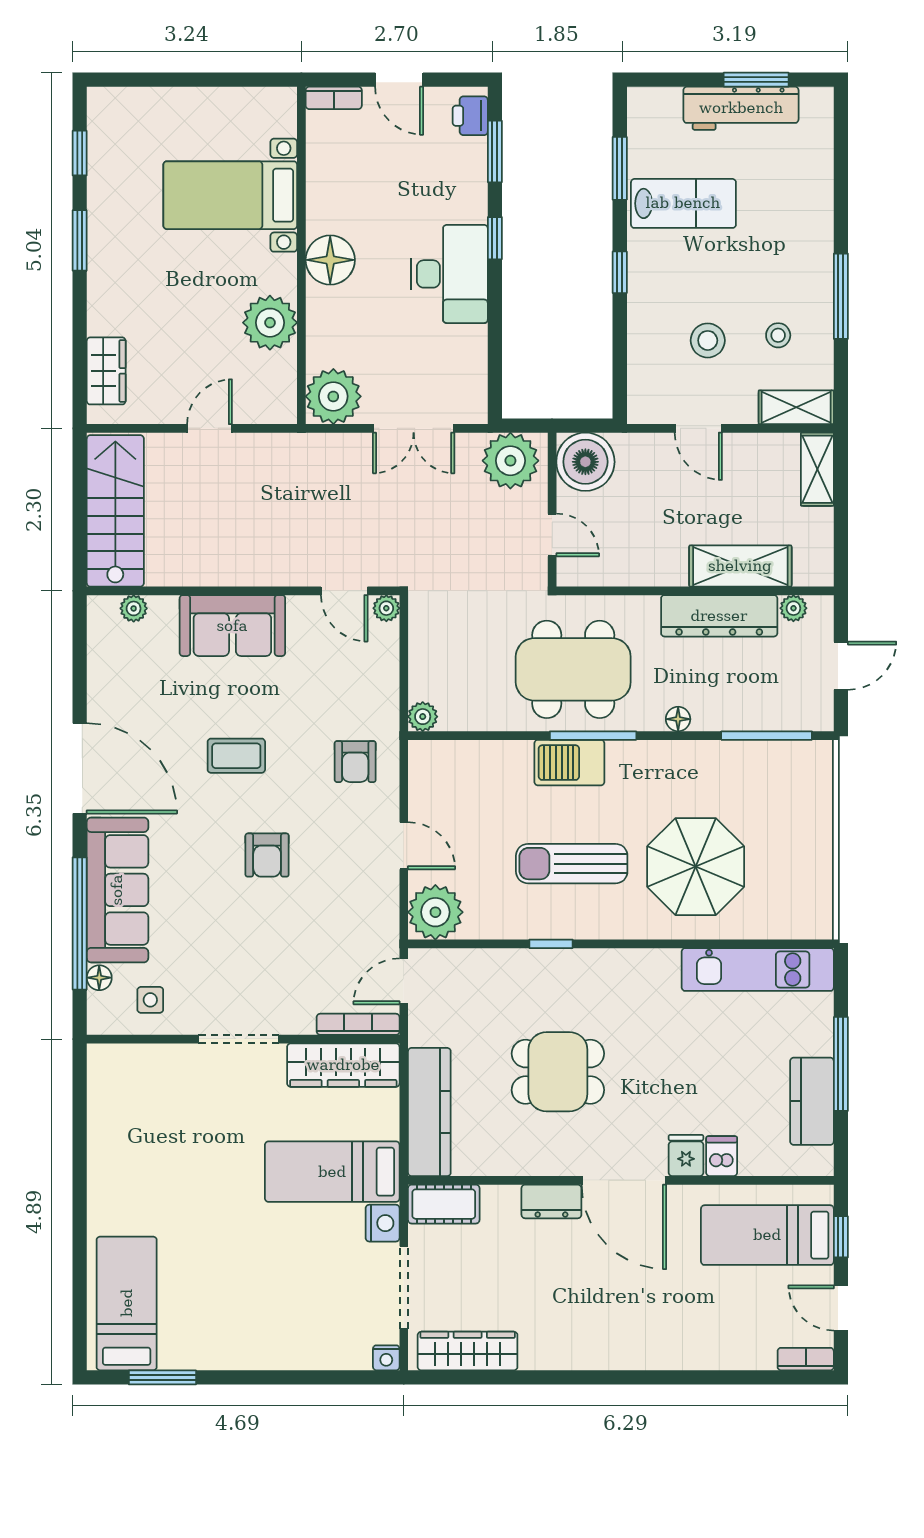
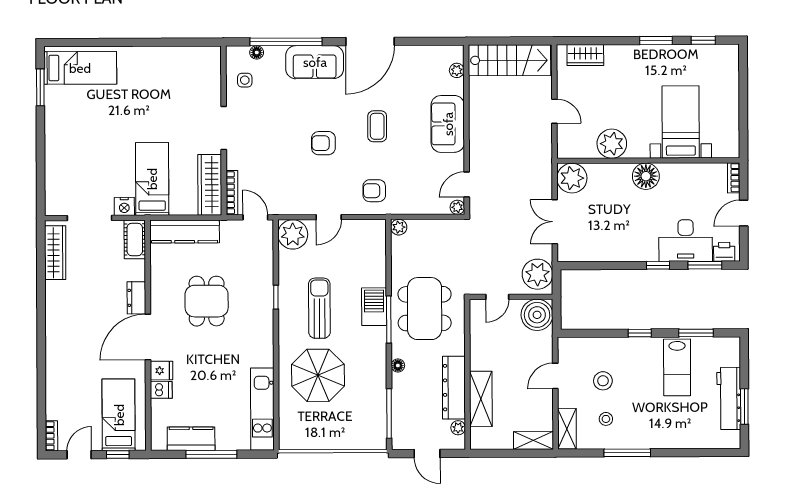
desk: (449, 274) -> (686, 241), moved
sofa: (117, 890) -> (315, 62), width x0.73
nightstand: (386, 1358) -> (51, 209), removed

